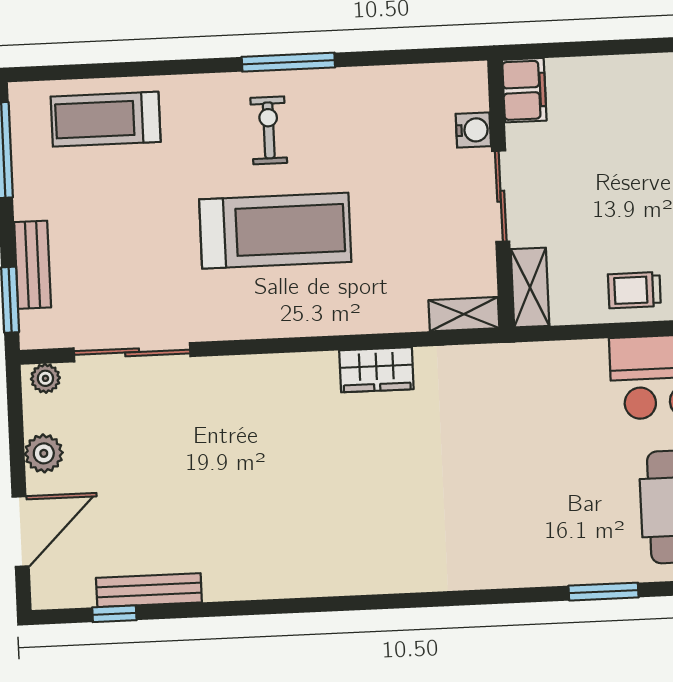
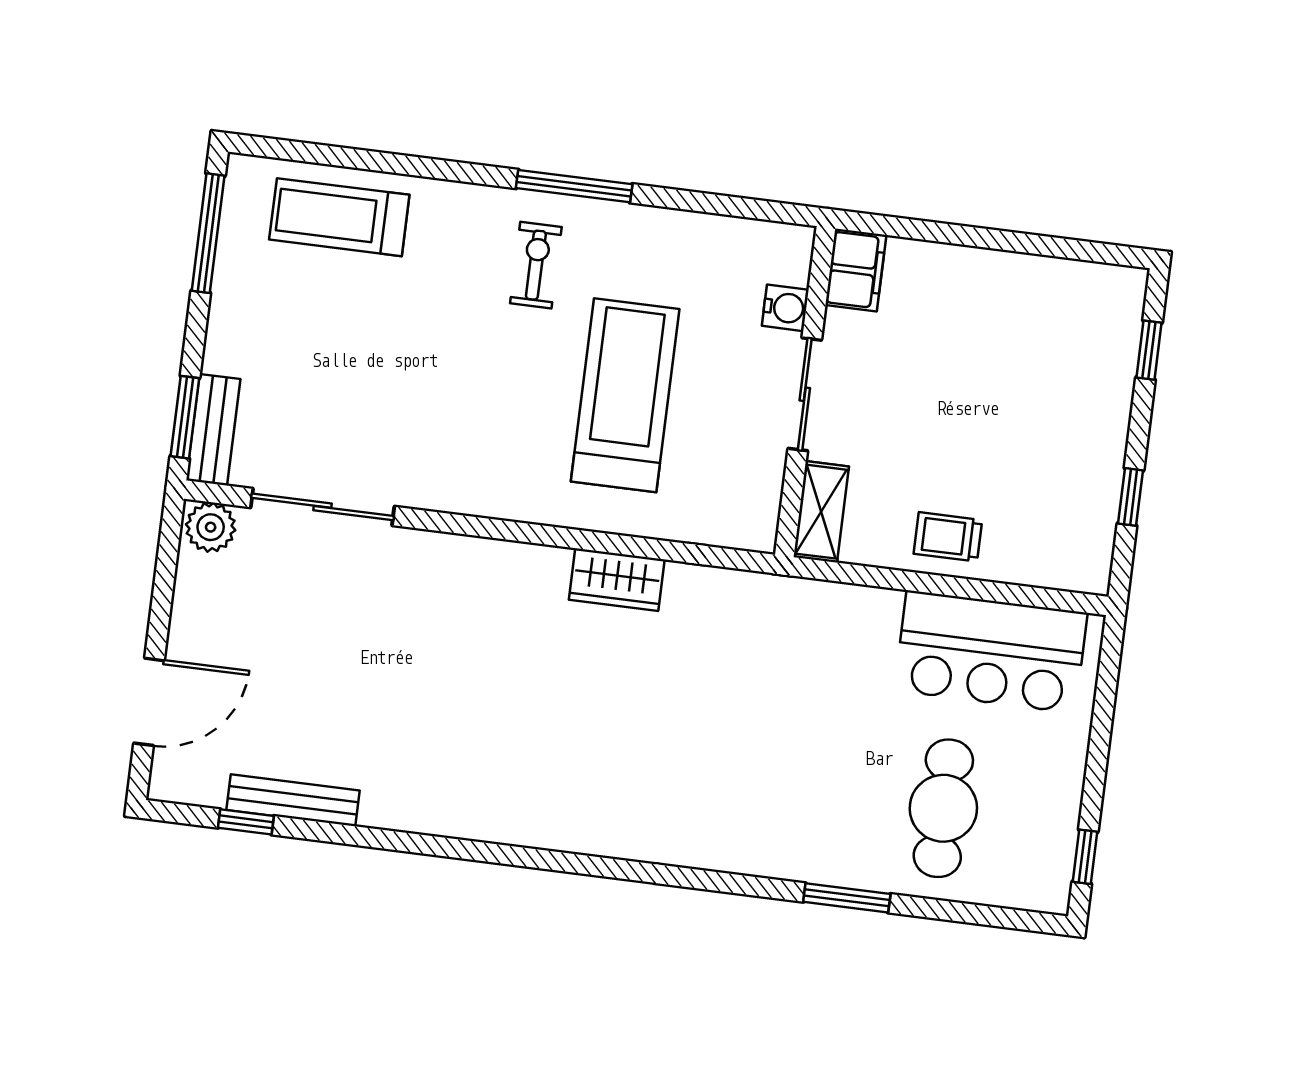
treadmill: (275, 231) -> (625, 395), moved, turned -90
bench: (33, 265) -> (213, 430), moved
shelving: (464, 314) -> (735, 530), removed
plant: (45, 378) -> (211, 527), width x1.38, depth x1.38
plant: (44, 453) -> (194, 612), removed

